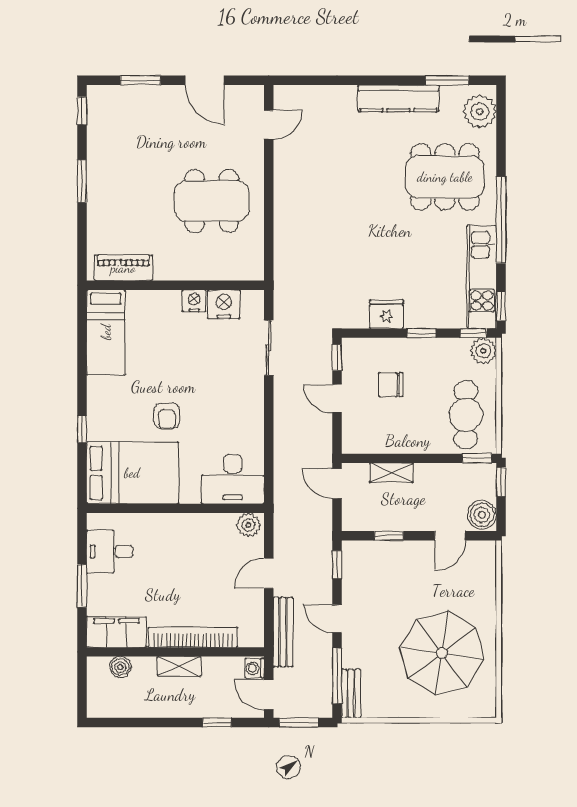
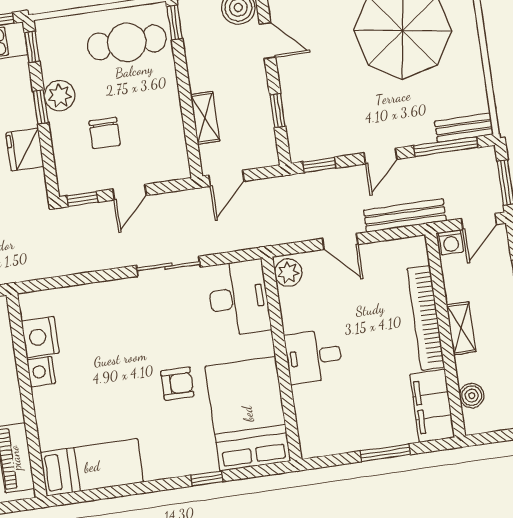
sliding door: (269, 348) -> (168, 266), moved
plant: (483, 351) -> (60, 96), moved
desk: (110, 552) -> (314, 356), moved, turned 90

